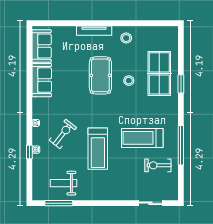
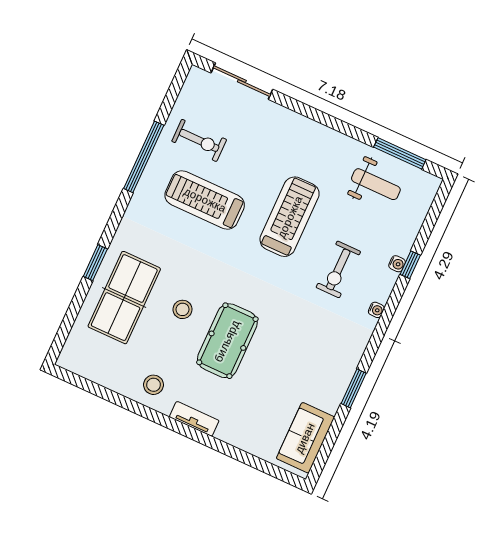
tv unit: (94, 31) -> (194, 419), width x0.71
window: (29, 80) -> (354, 388), added
sofa: (42, 80) -> (332, 379), removed
exercise bike: (63, 134) -> (338, 269), turned -38
treadmill: (142, 138) -> (205, 200), turned 180
sliding door: (150, 203) -> (242, 81), width x1.37

